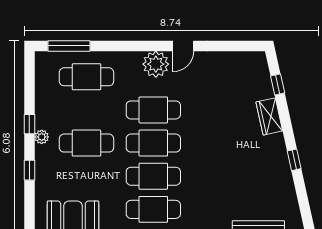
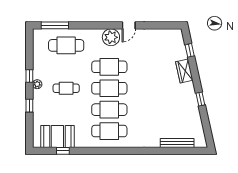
cafe table: (86, 143) -> (66, 88), width x0.73, depth x0.74

